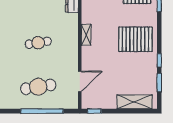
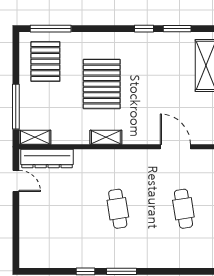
pallet: (135, 39) -> (102, 84), moved
cafe table: (38, 87) -> (183, 209), width x0.73, depth x0.74

